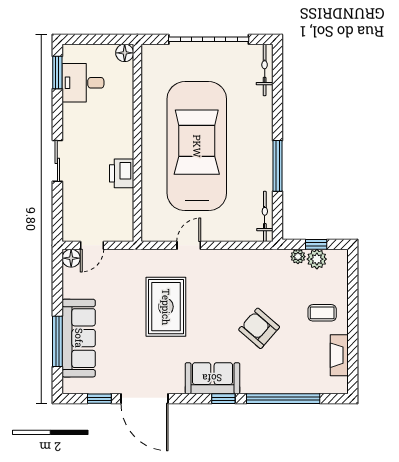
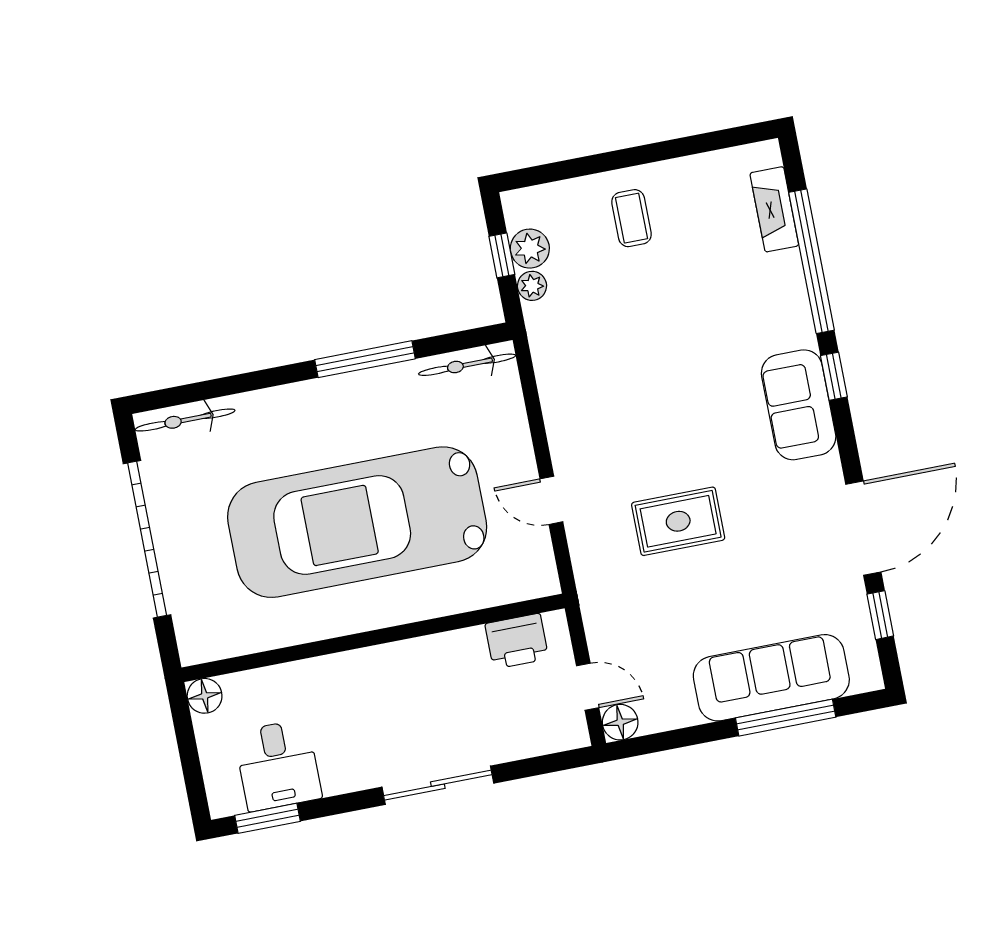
sliding door: (57, 161) -> (438, 785), width x1.37
printer: (122, 173) -> (517, 641), moved
rug: (166, 307) -> (678, 521), width x0.73, depth x0.70
armchair: (259, 328) -> (685, 334), removed
fireplace: (339, 355) -> (774, 209), moved, turned 90

